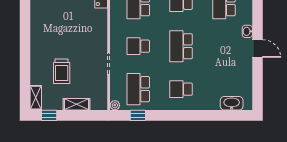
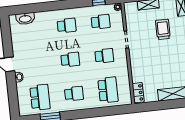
school desk: (181, 46) -> (70, 60), width x0.54
school desk: (138, 89) -> (101, 22), width x0.54

